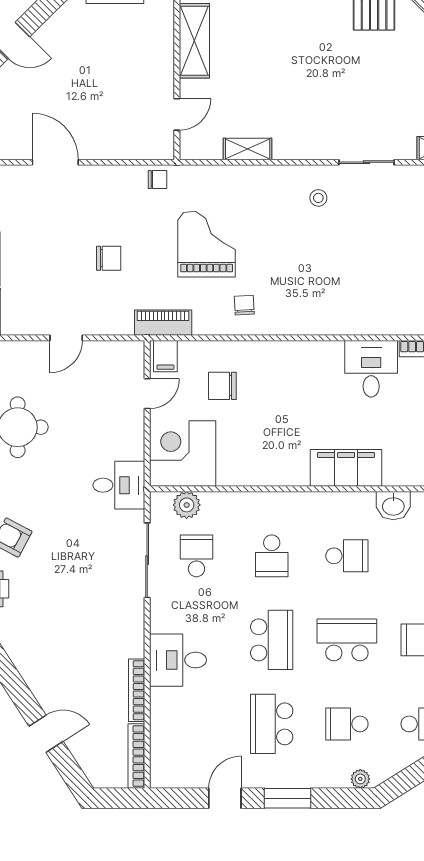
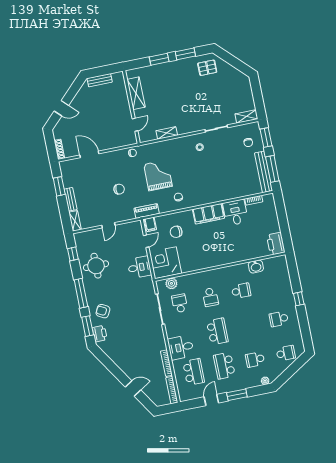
filing cabinet: (346, 468) -> (209, 214), moved, turned 180
desk: (119, 485) -> (139, 267), moved
school desk: (347, 640) -> (194, 372), moved, turned 90

